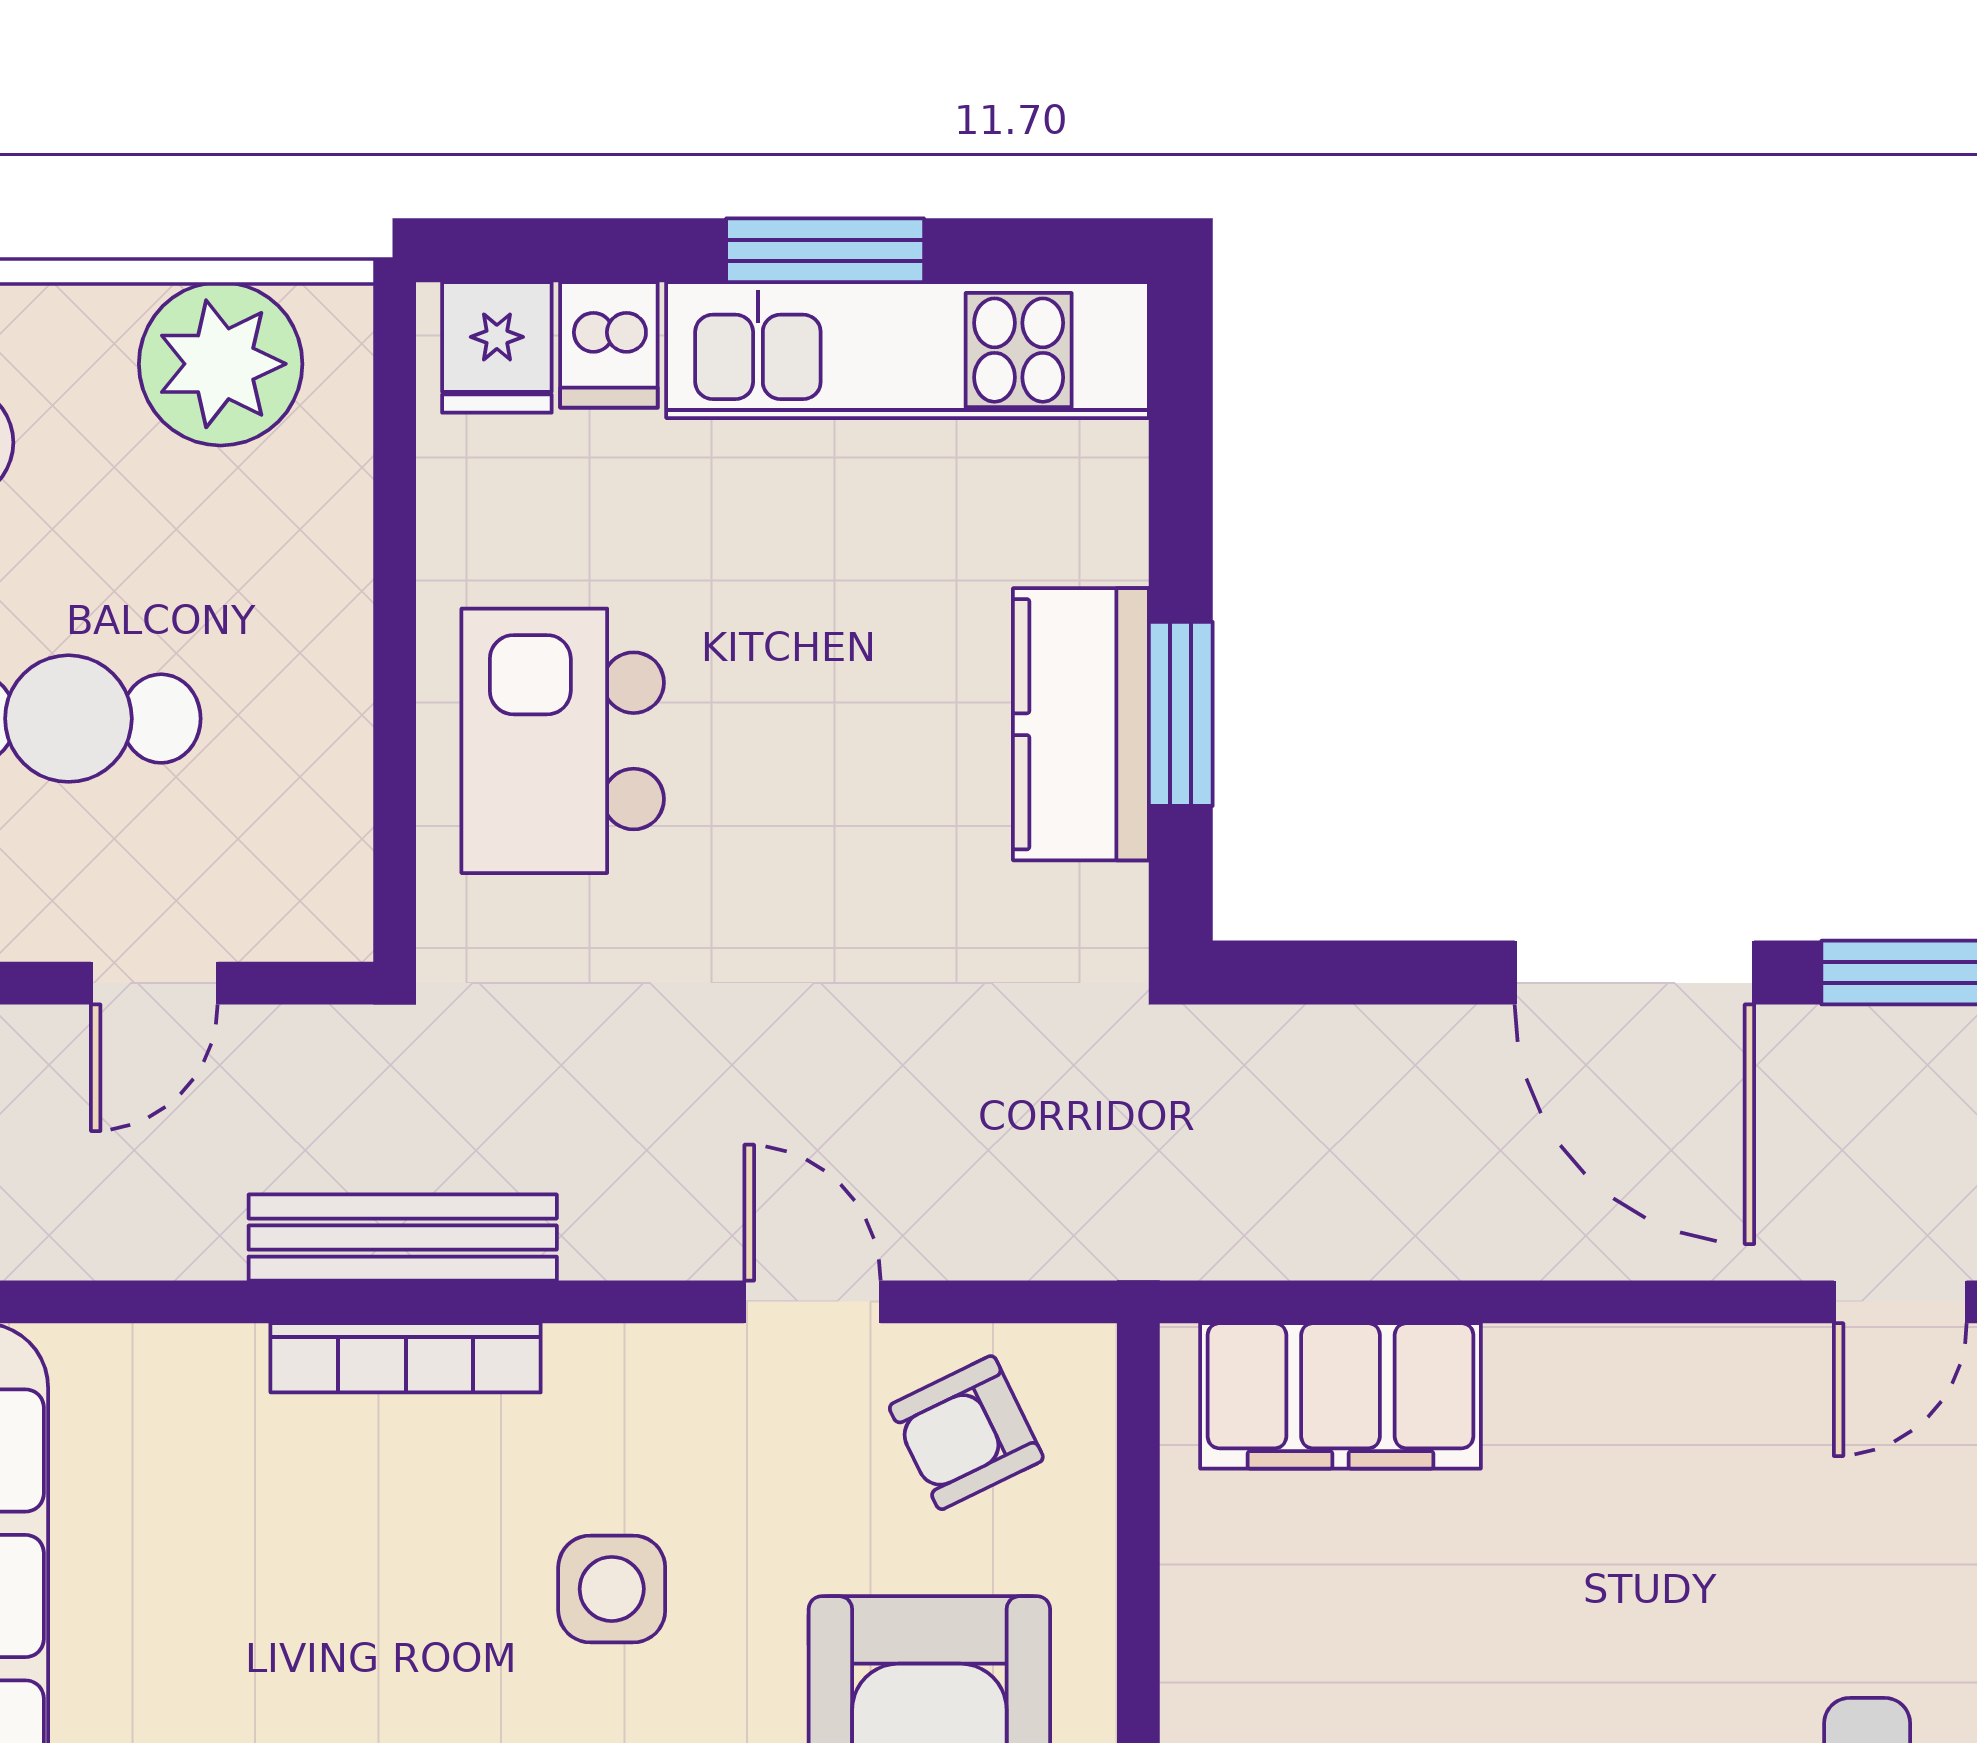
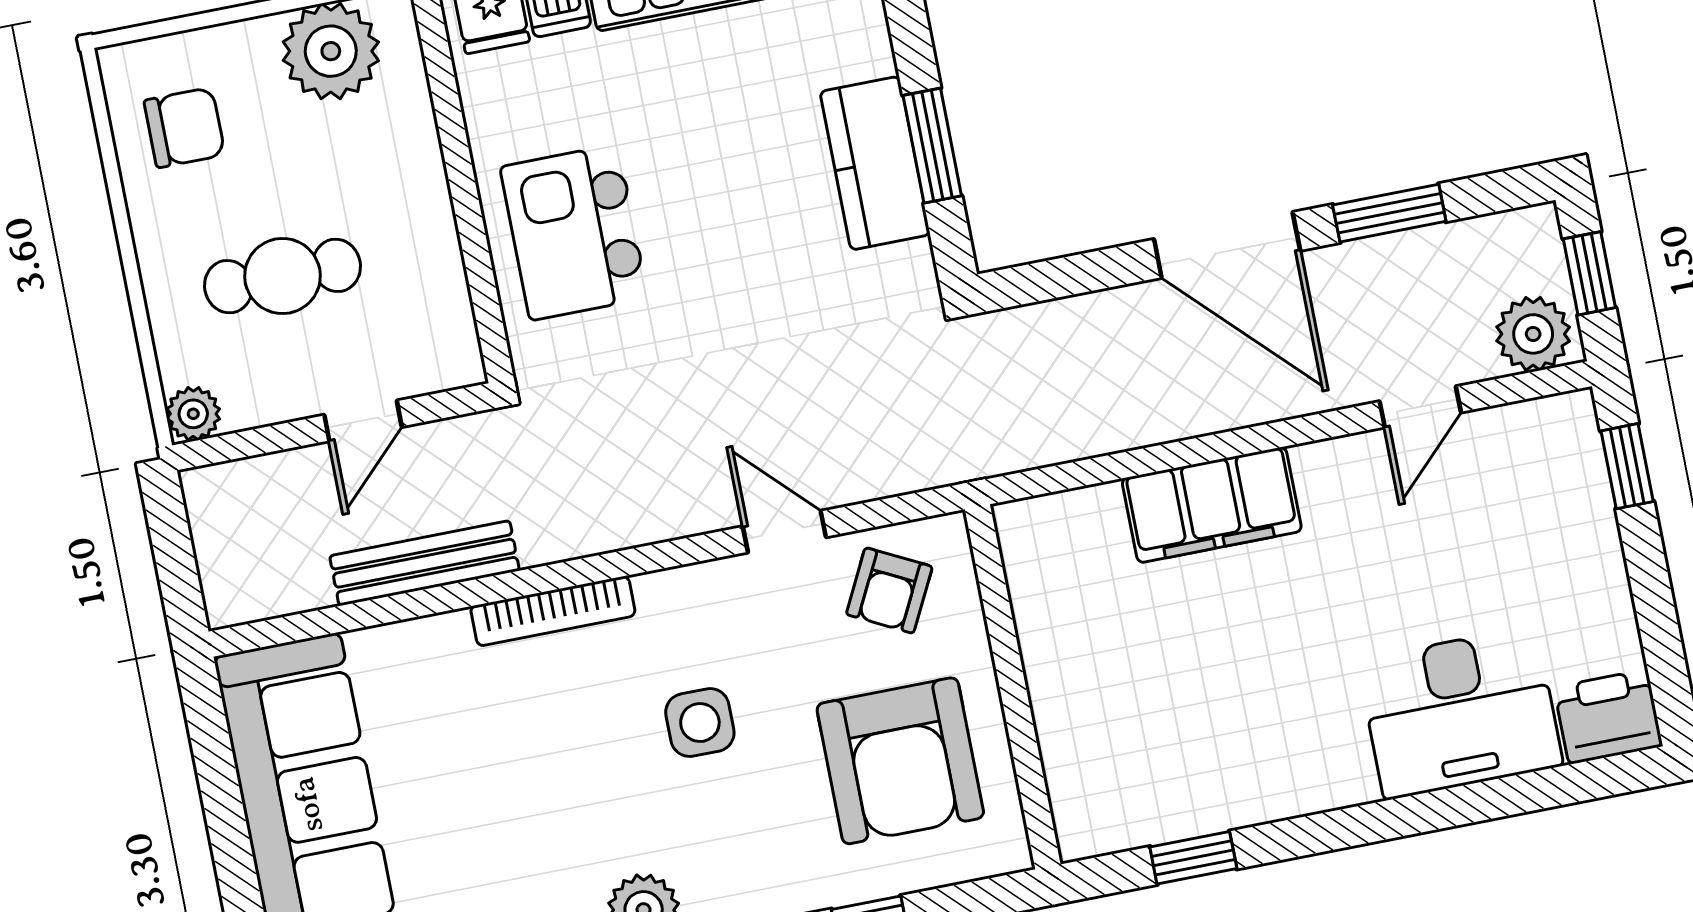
bench: (403, 1238) -> (424, 563), moved
filing cabinet: (1341, 1396) -> (1212, 505), moved
armchair: (966, 1433) -> (889, 590), turned -37

